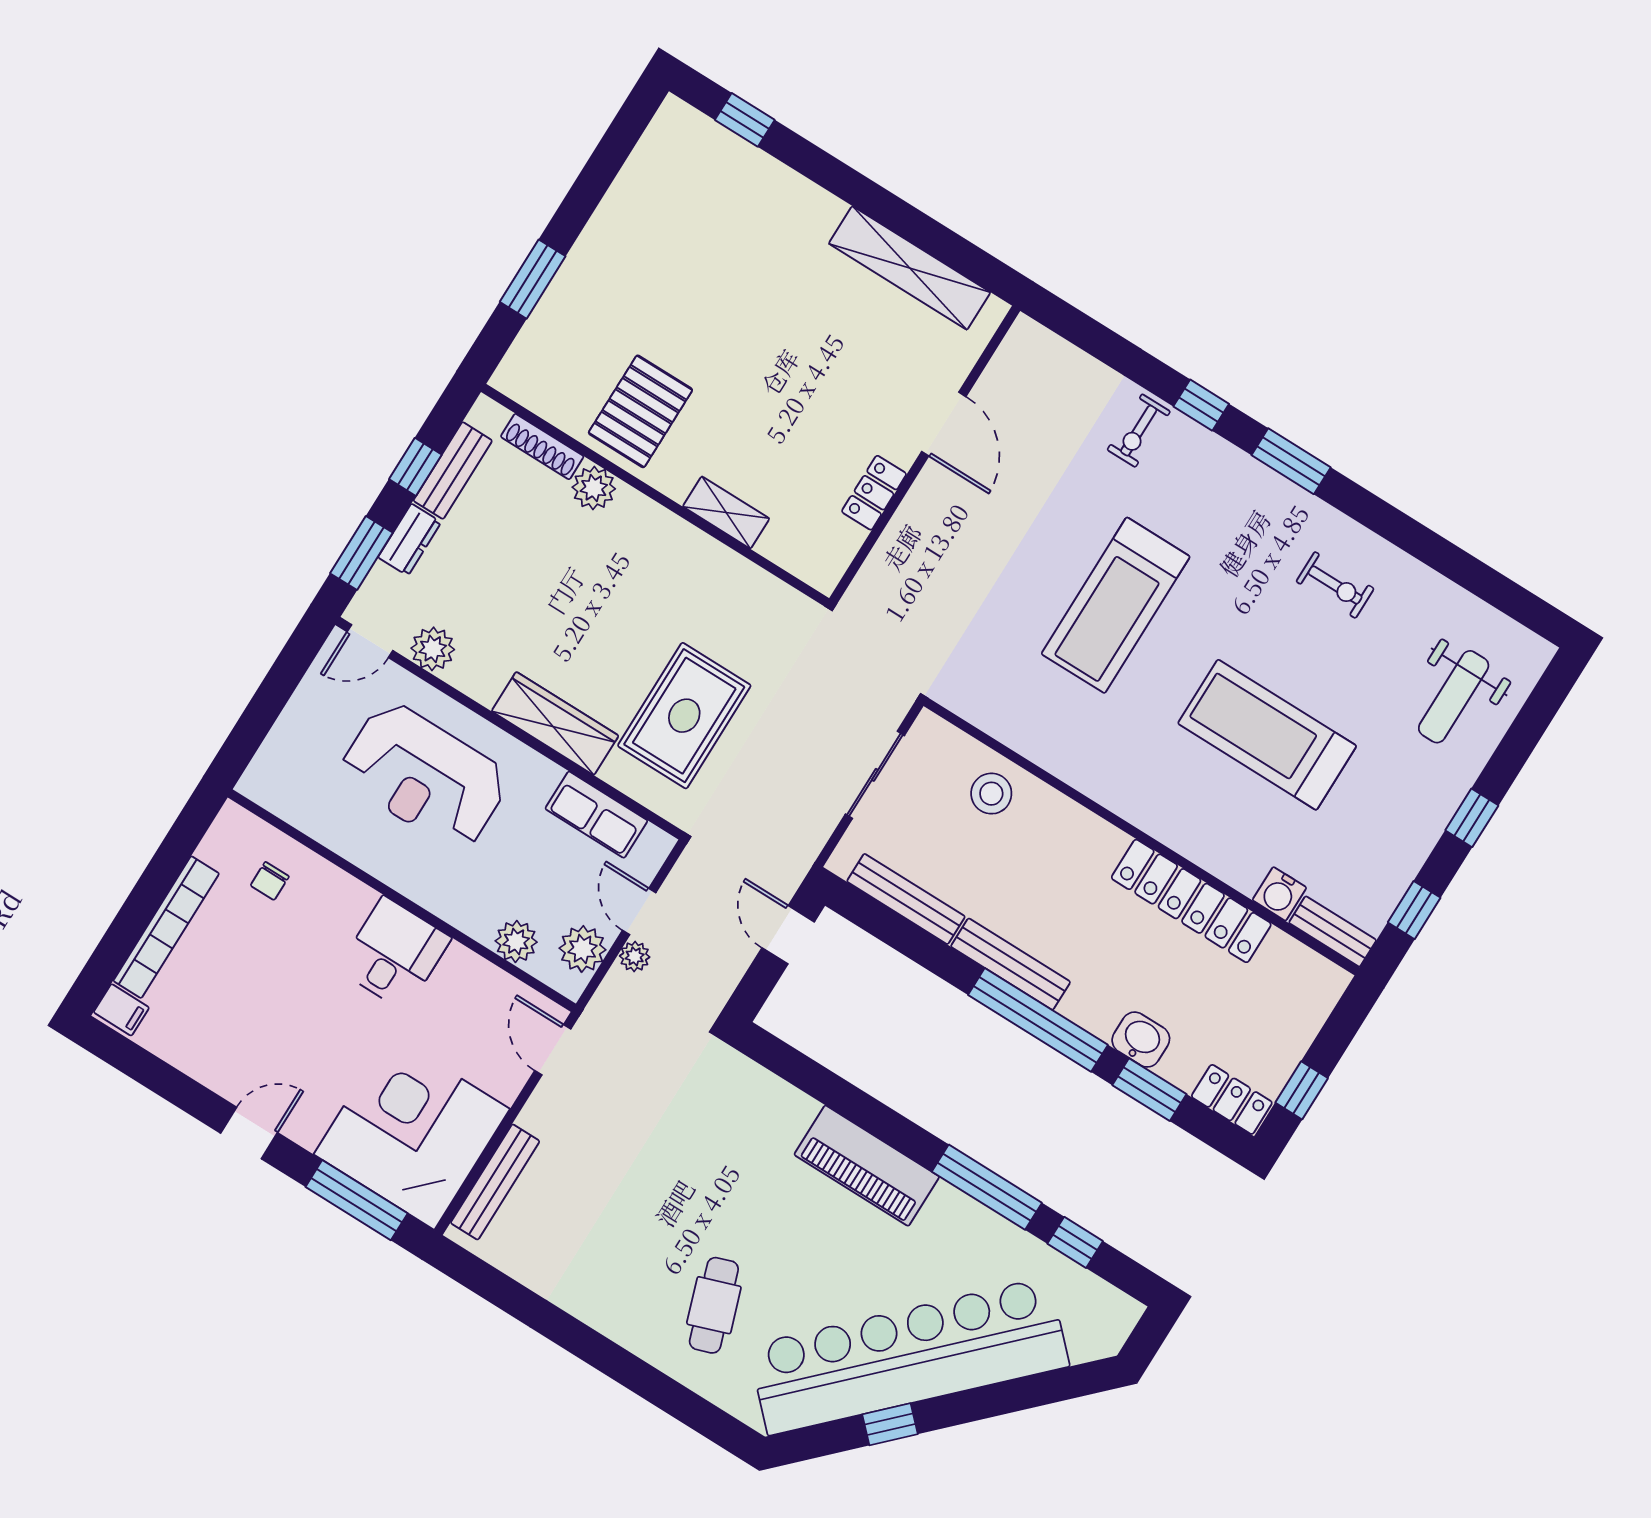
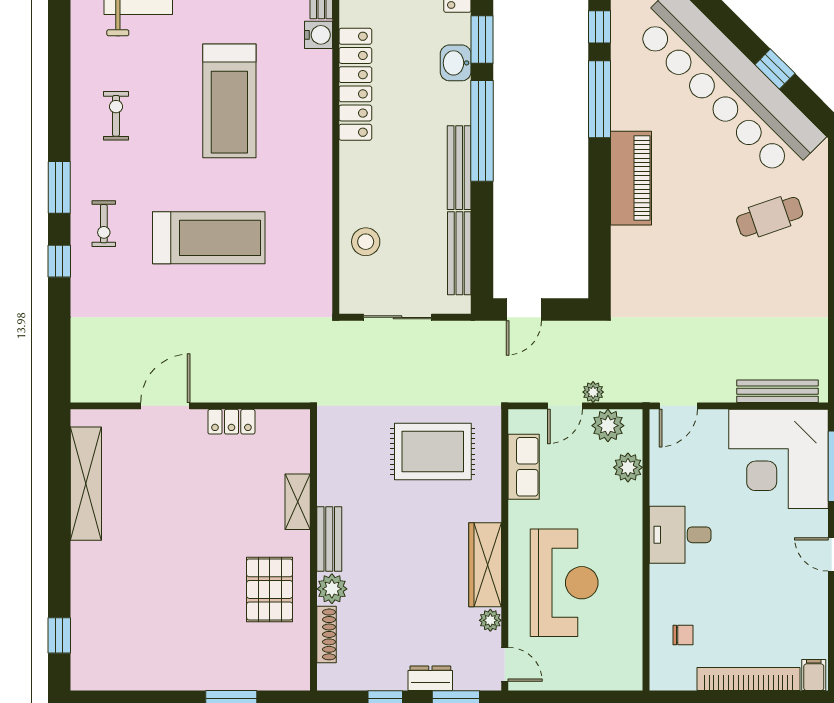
pallet: (640, 411) -> (270, 589), turned 90
exercise bike: (1139, 431) -> (104, 224), moved, turned 90
bench: (453, 471) -> (329, 539), moved, turned 90
plant: (433, 649) -> (490, 620), width x0.73, depth x0.73
wardrobe: (555, 723) -> (485, 565), moved

